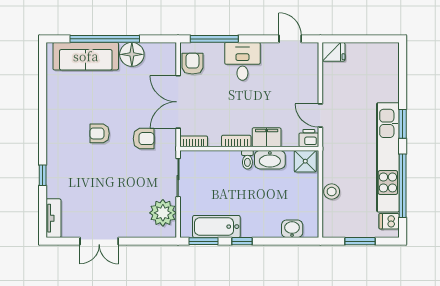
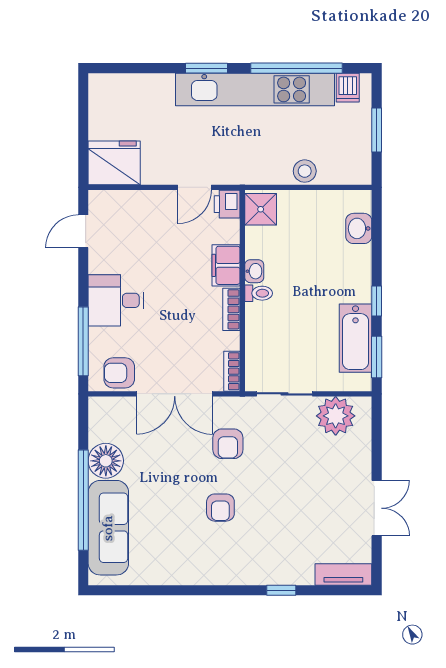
fridge: (333, 52) -> (114, 163), width x1.88, depth x1.34
armchair: (144, 139) -> (228, 444), turned 180
washbasin: (270, 160) -> (254, 271), width x0.52, depth x0.69

